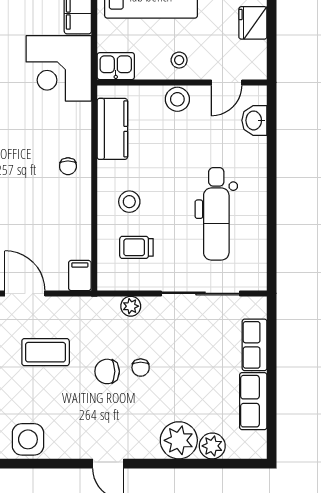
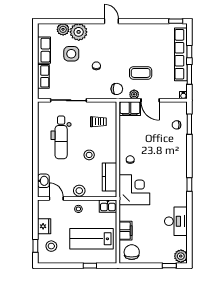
corner desk: (59, 68) -> (134, 190), moved
door: (227, 82) -> (56, 199), hinge flipped
stool: (129, 202) -> (89, 155), moved
dental chair: (216, 214) -> (61, 137), turned 180
filing cabinet: (80, 276) -> (130, 109), width x2.00
plant: (131, 306) -> (134, 94), moved
chair: (107, 371) -> (117, 89), moved
side table: (28, 439) -> (71, 54), moved

